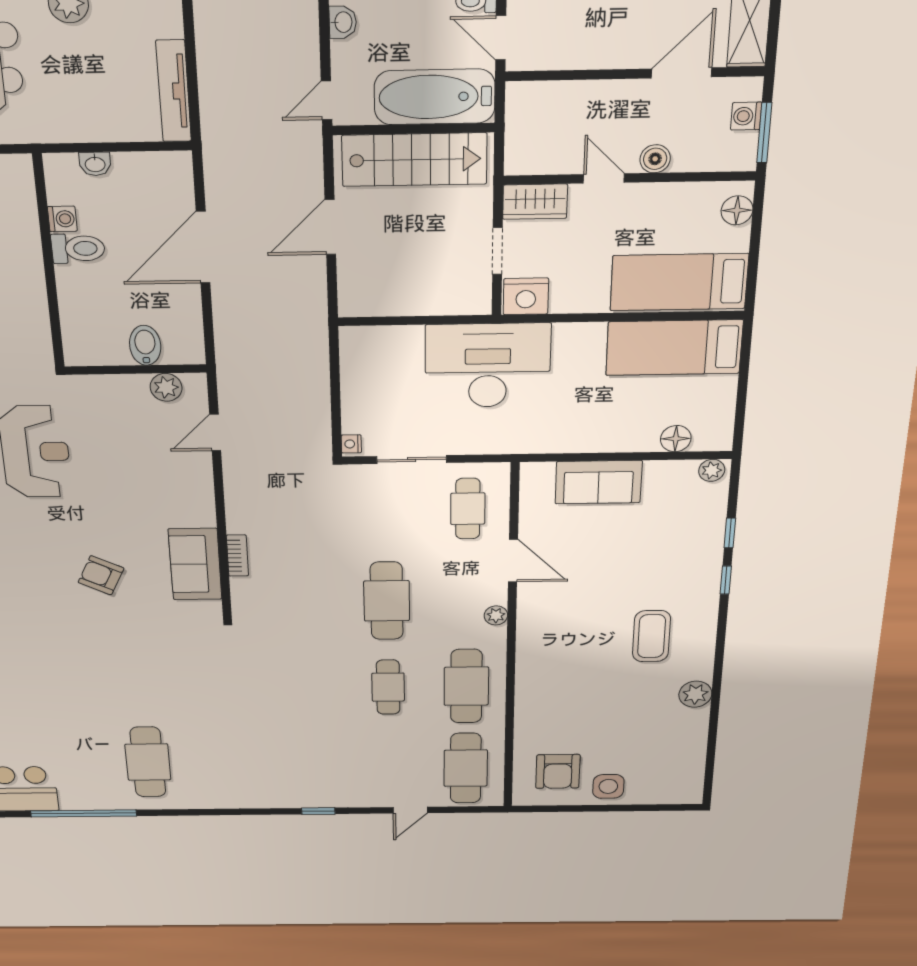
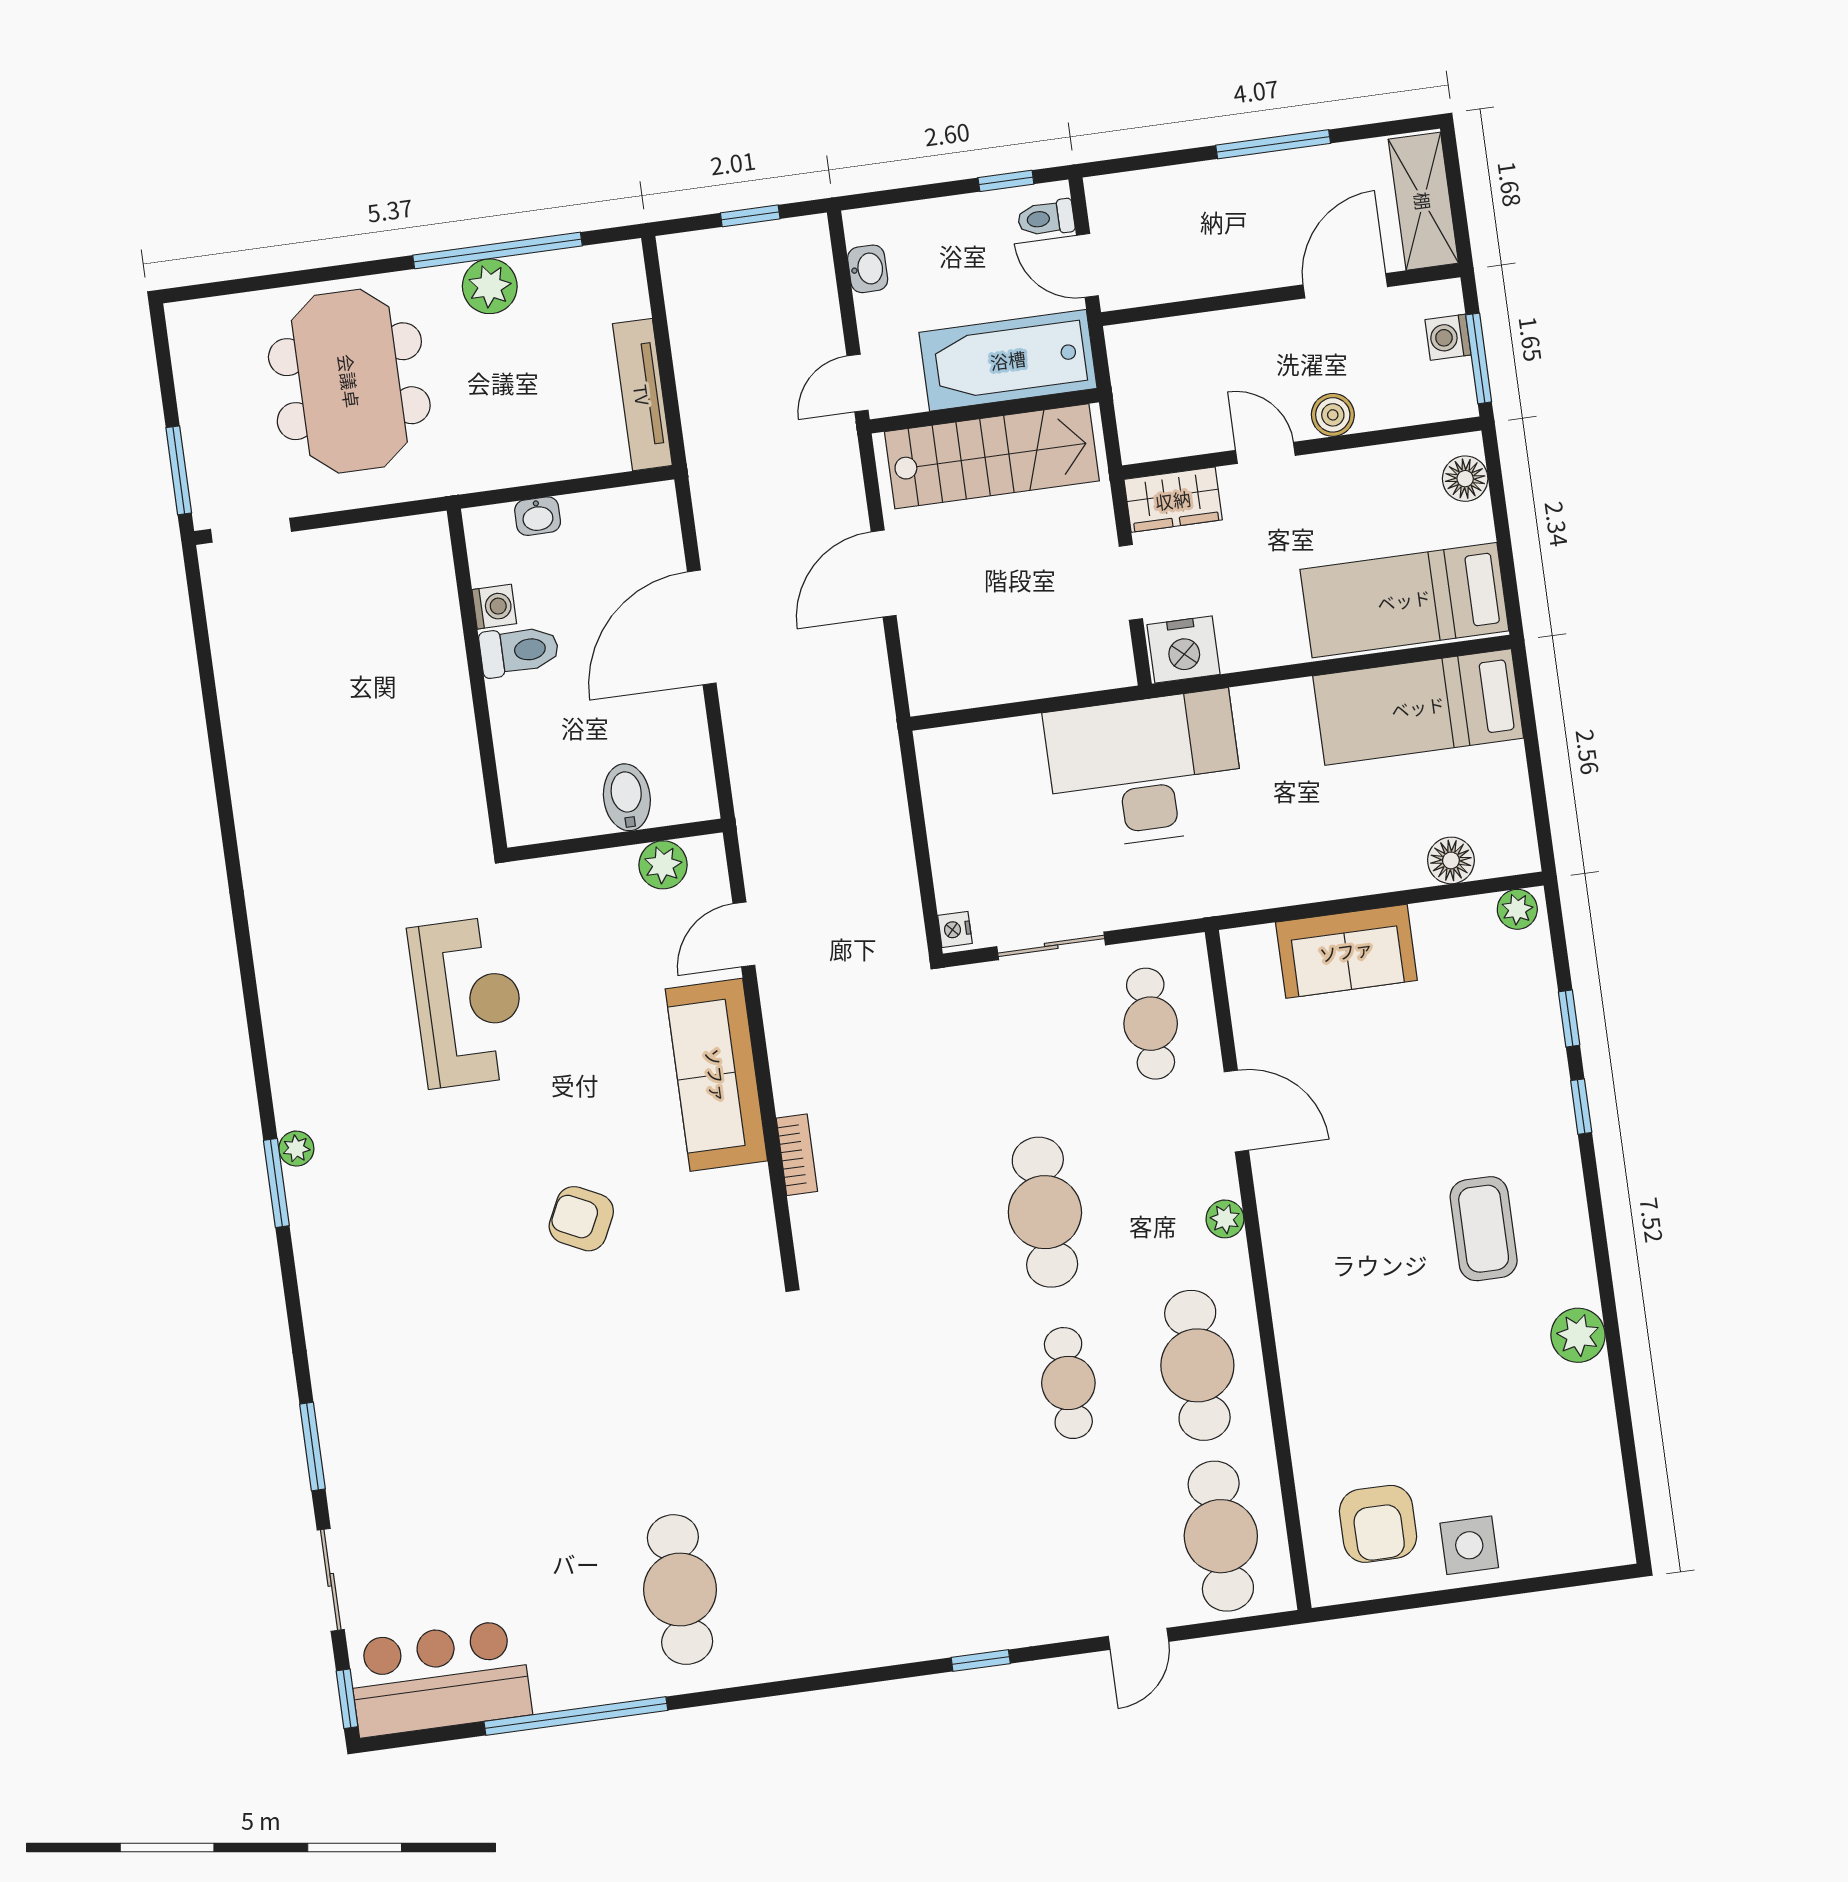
sofa: (195, 564) -> (716, 1075), moved, width x1.36

